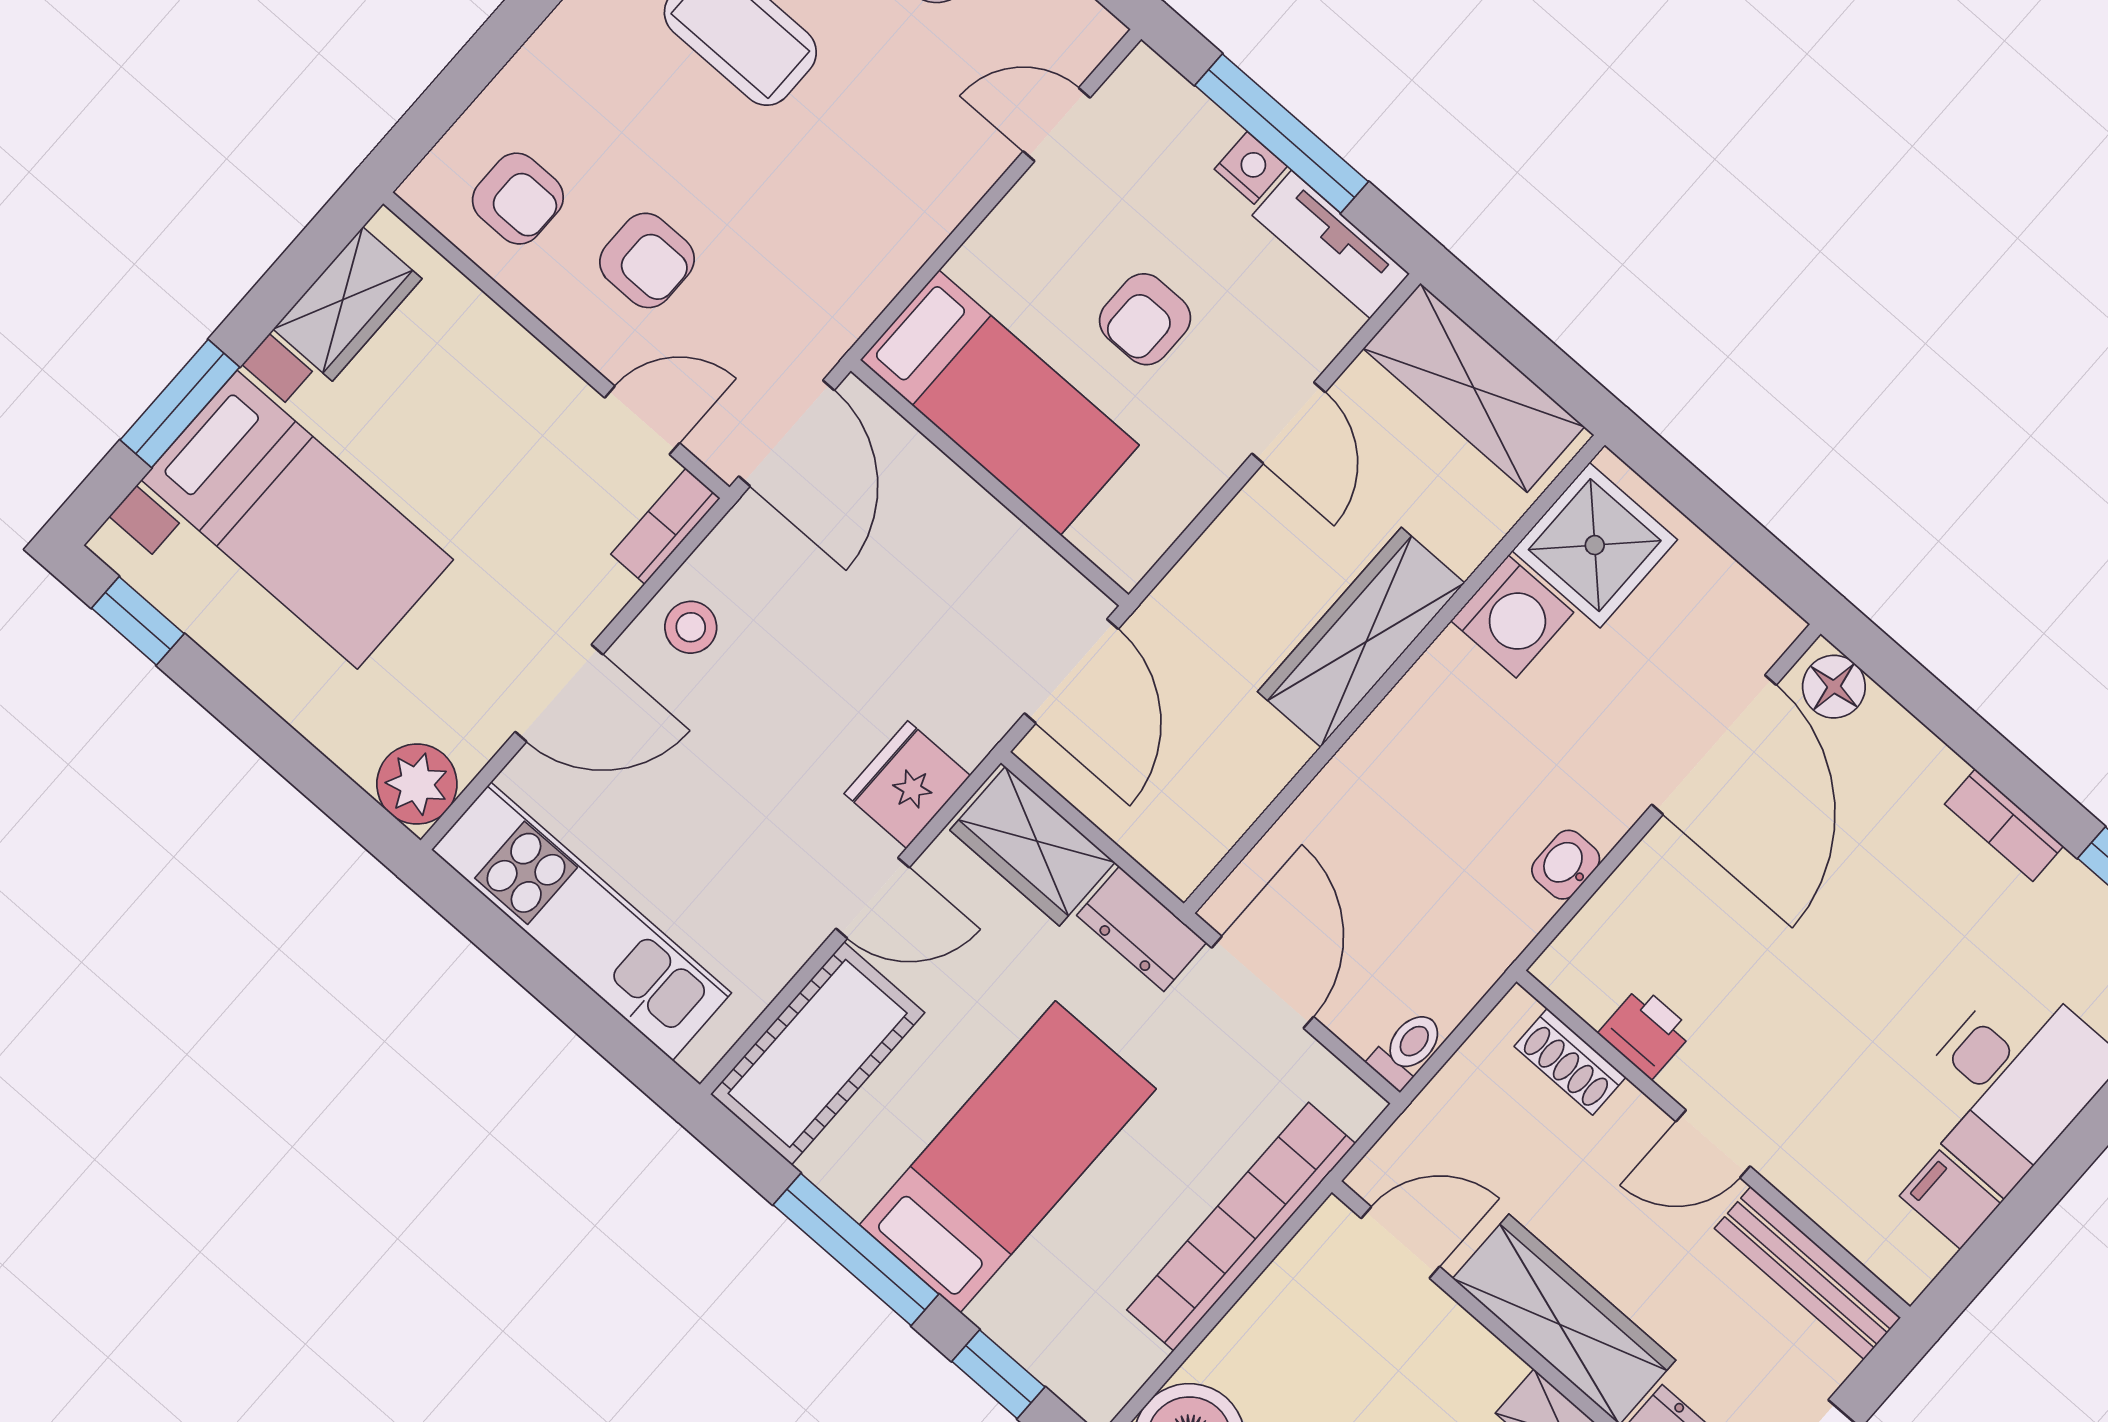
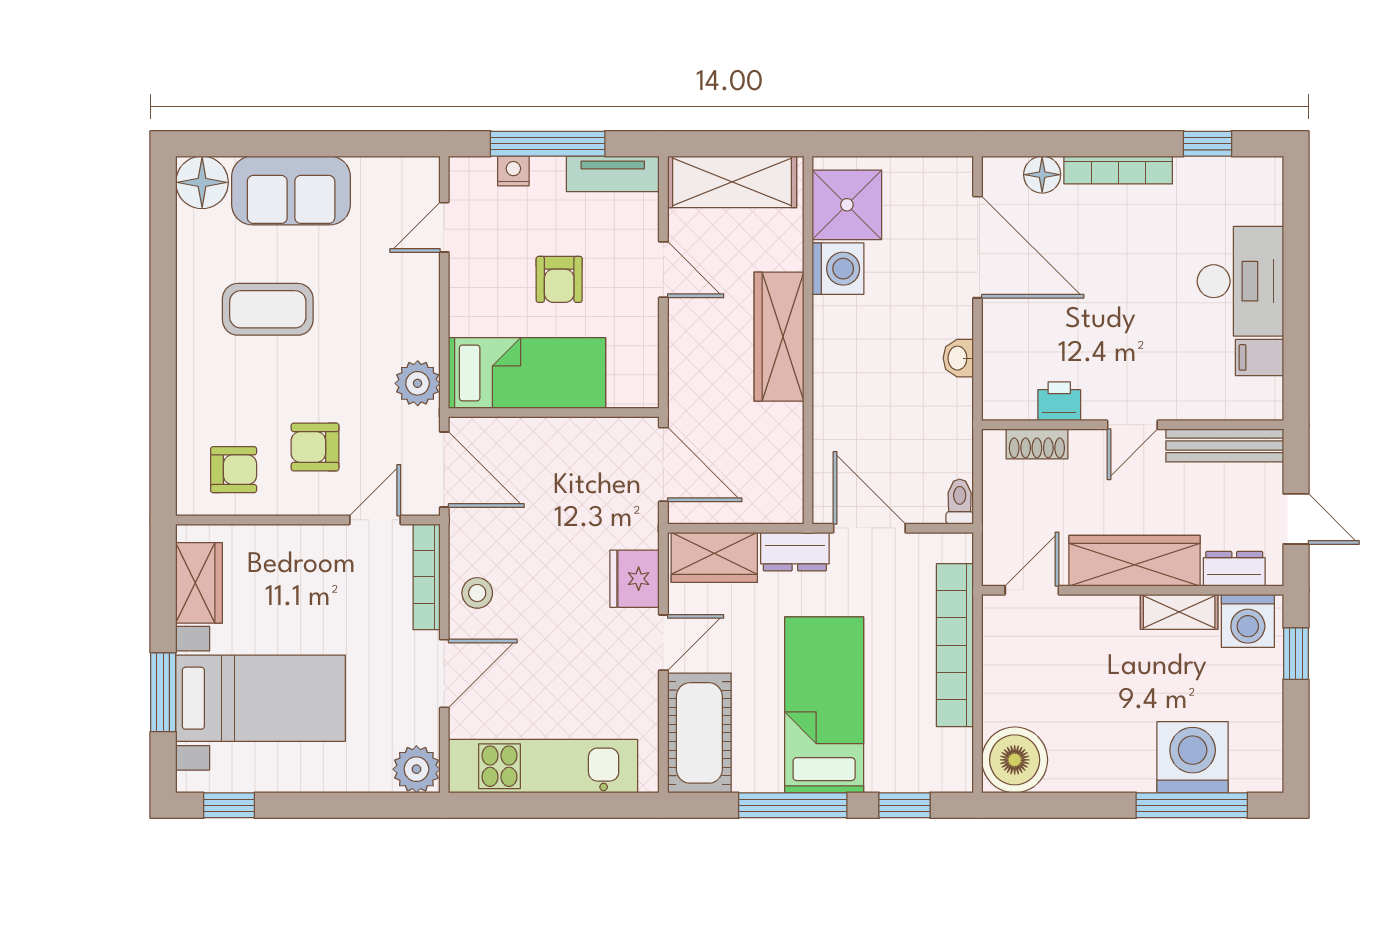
nightstand: (1251, 168) -> (513, 171), moved
armchair: (647, 260) -> (315, 447), turned 180
plant: (849, 294) -> (418, 383), added
bookcase: (665, 526) -> (427, 577), width x1.56
floor lamp: (1834, 687) -> (1042, 175), moved
bookcase: (2004, 825) -> (1118, 170), width x1.56

